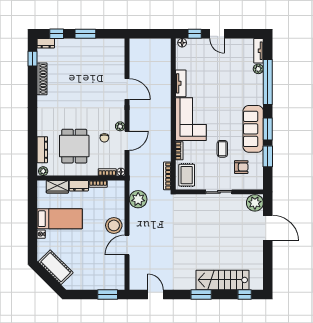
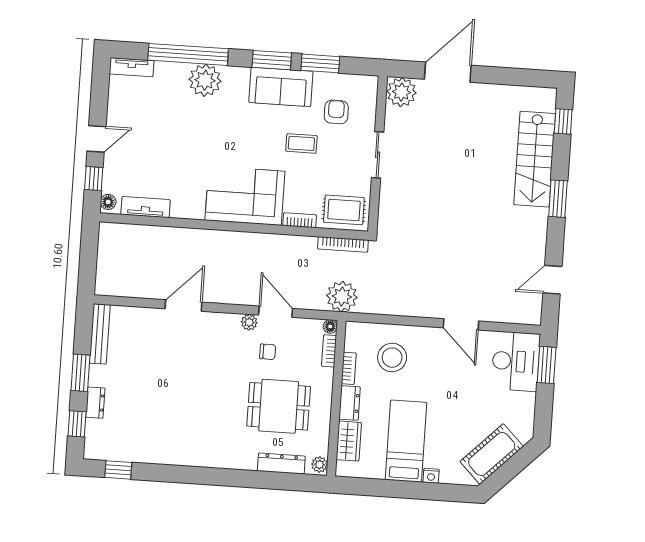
dresser: (46, 43) -> (95, 403), moved
bench: (108, 43) -> (100, 334), added
plant: (258, 69) -> (205, 80), moved, width x1.87, depth x1.87
shoe rack: (42, 79) -> (155, 455), removed
tv unit: (181, 83) -> (146, 207), moved
sofa: (253, 129) -> (281, 87), width x0.73
plant: (138, 199) -> (342, 297), moved
stool: (114, 225) -> (392, 358), moved
desk: (108, 277) -> (516, 361), added

